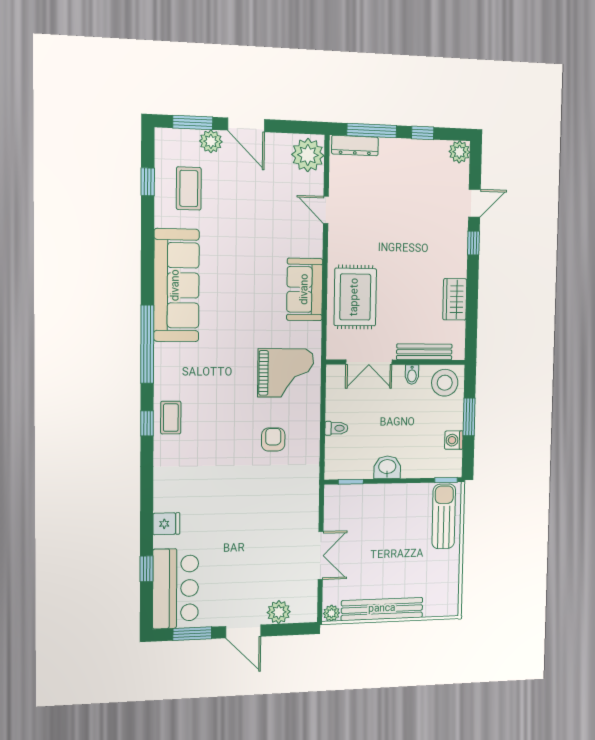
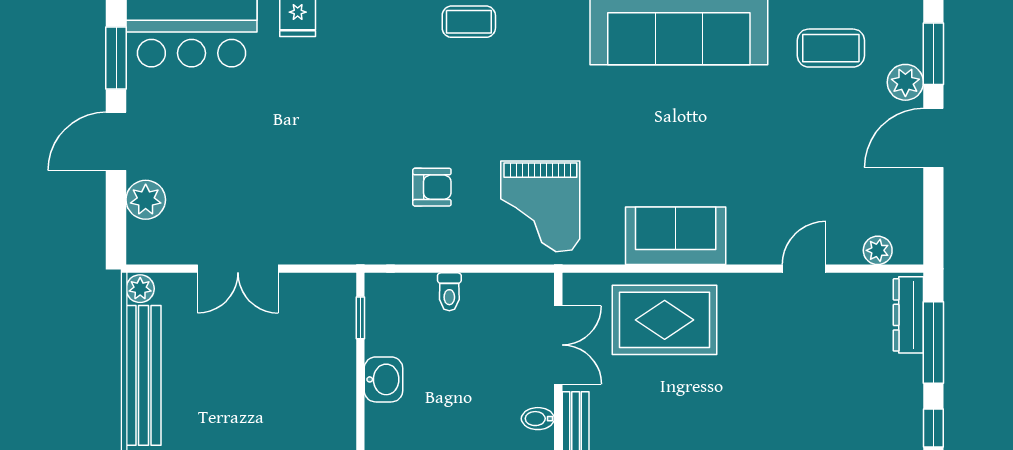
plant: (308, 155) -> (878, 250), width x0.53, depth x0.53
double door: (369, 362) -> (558, 345), swing flipped

